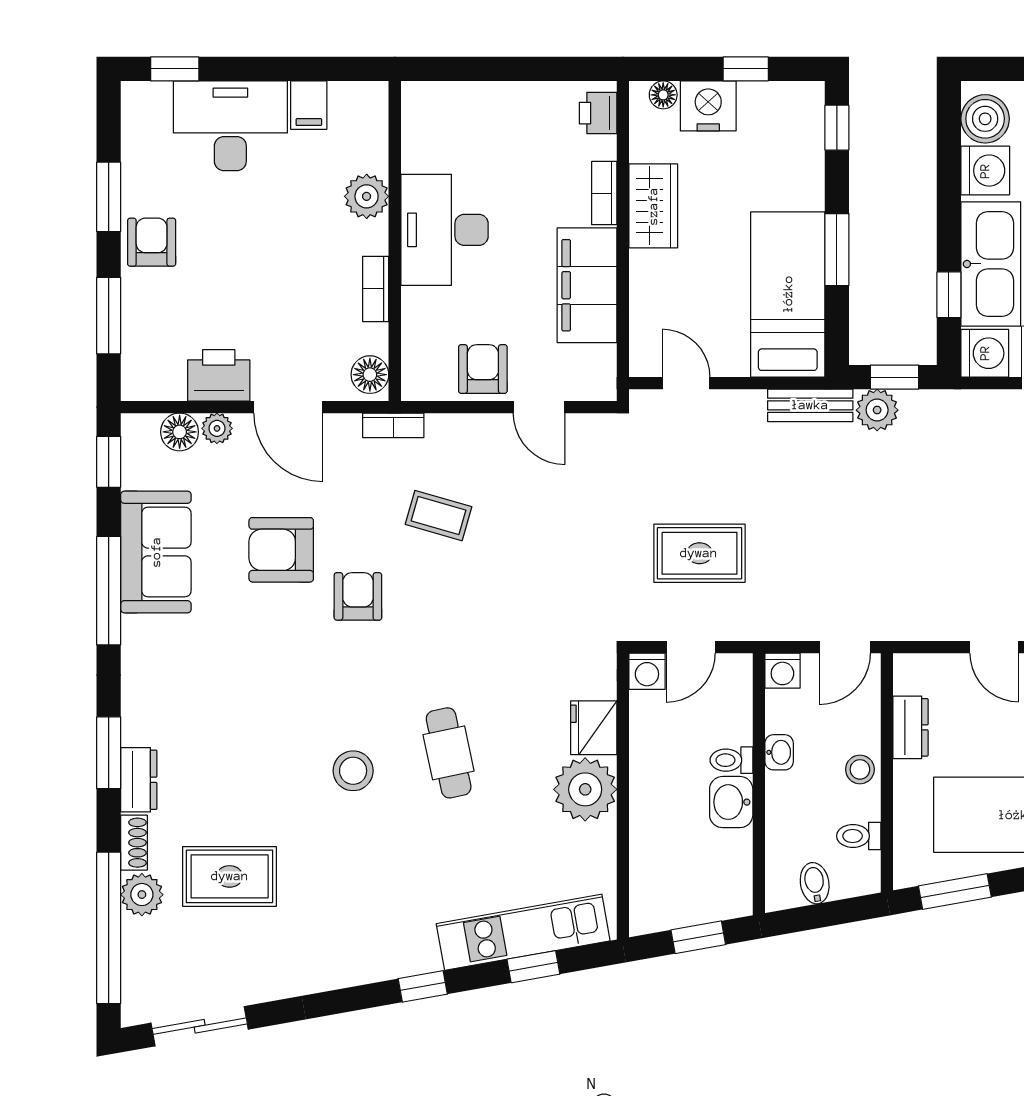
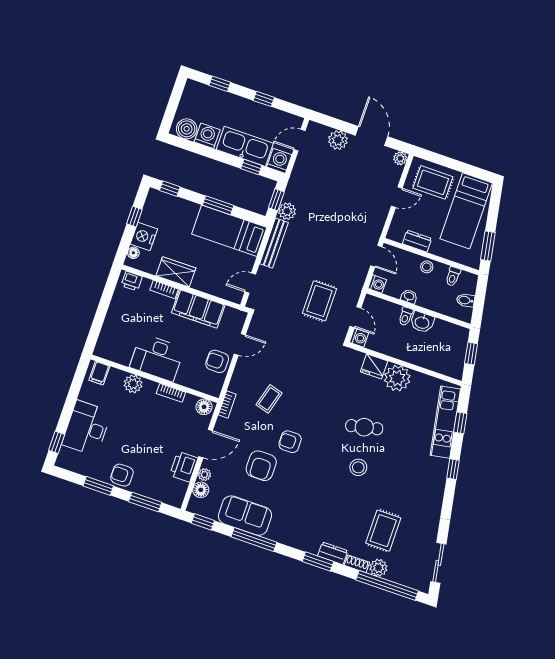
filing cabinet: (309, 105) -> (99, 373), moved, turned 90
bench: (810, 405) -> (274, 243), width x1.36

